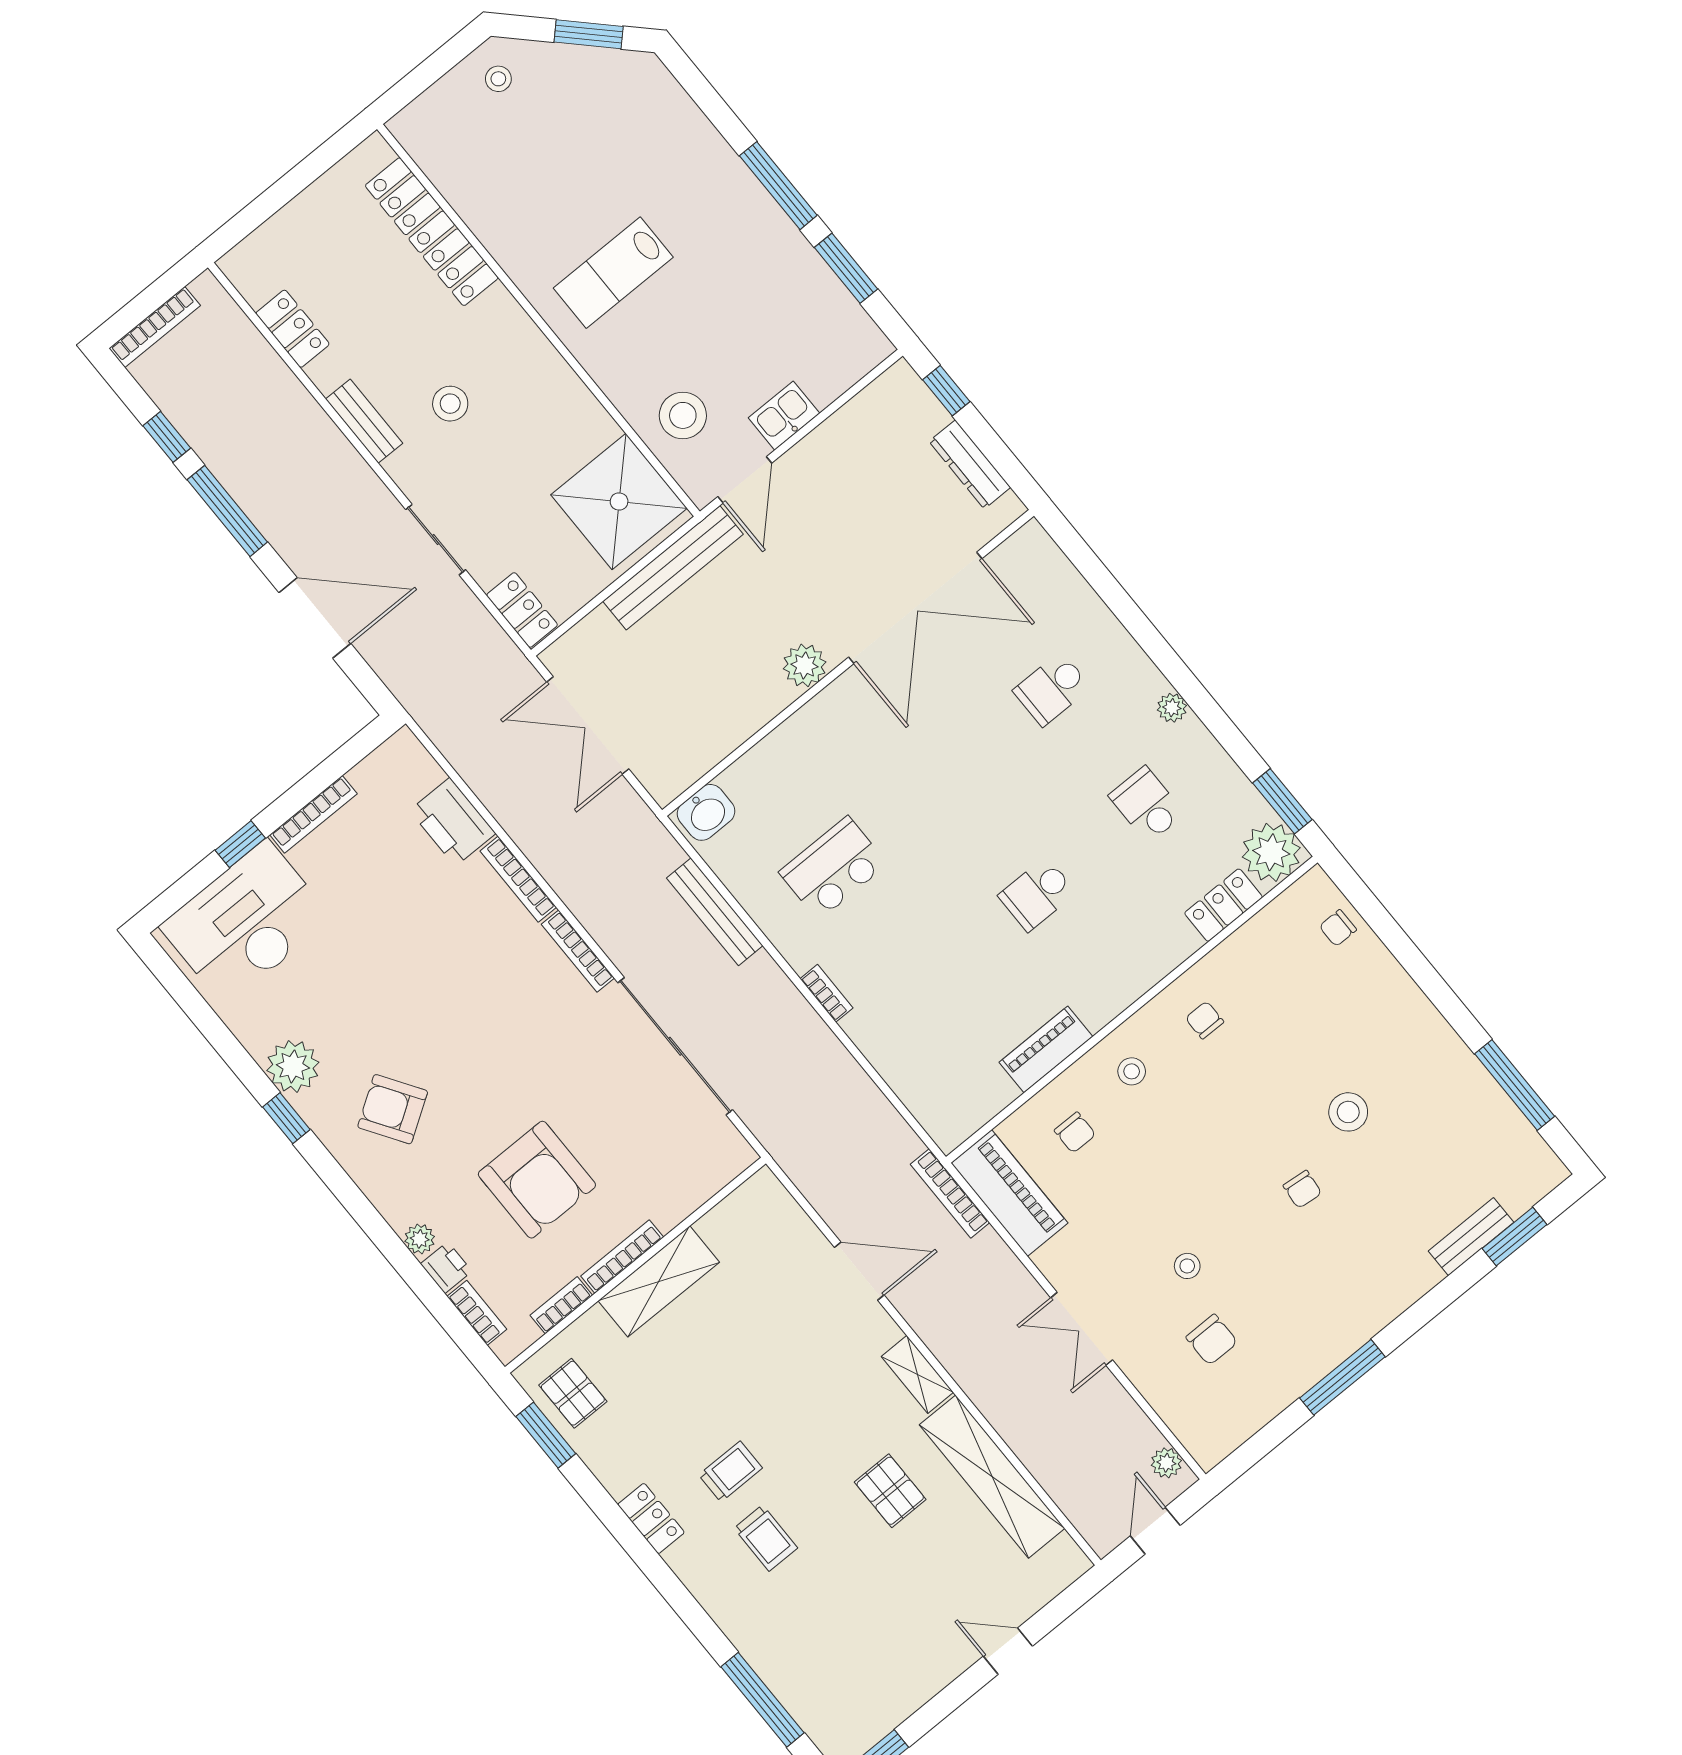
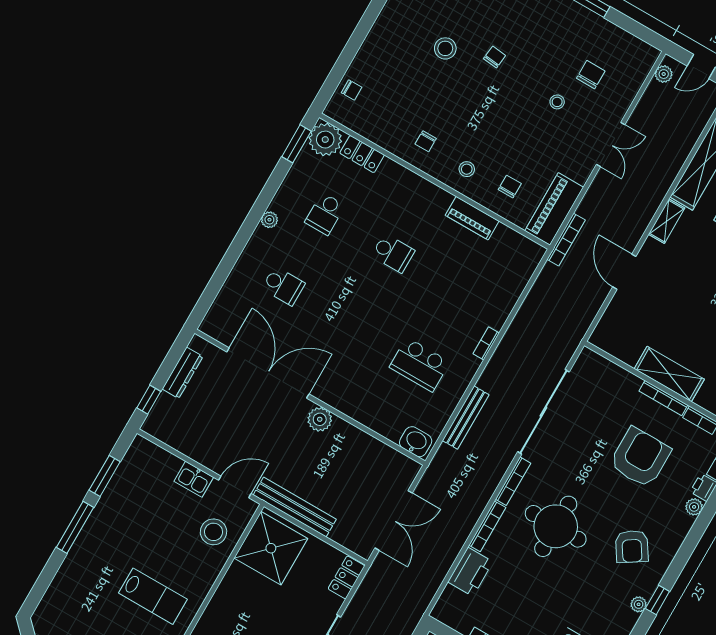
round table: (475, 994) -> (556, 526), added
plant: (293, 1066) -> (639, 604), width x0.53, depth x0.53

